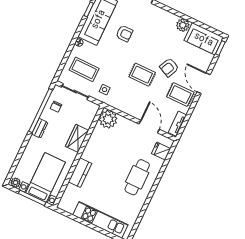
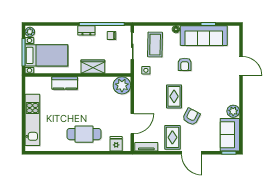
armchair: (124, 34) -> (185, 64), moved
armchair: (169, 67) -> (191, 117), turned 93
door: (204, 83) -> (192, 153), swing flipped

